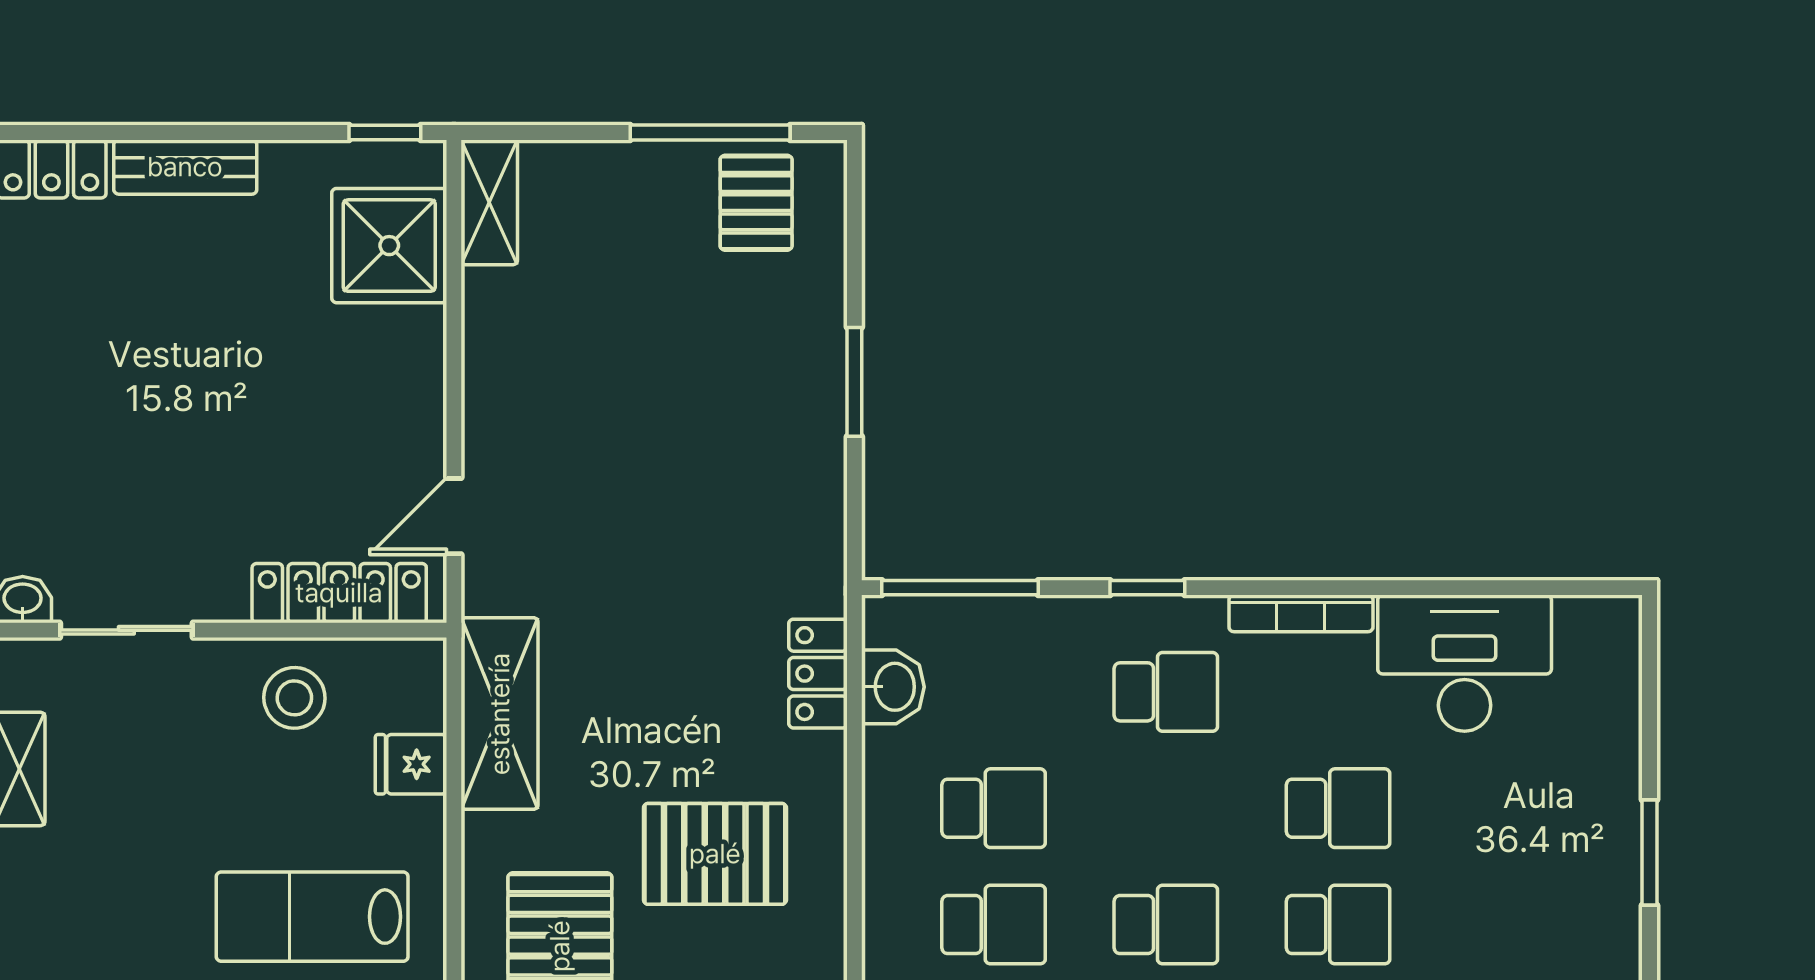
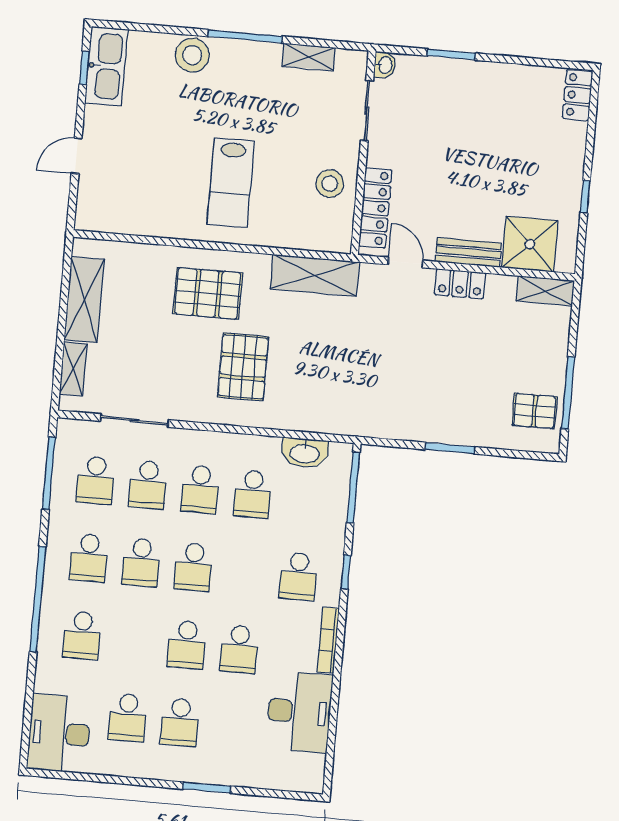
window: (385, 132) -> (585, 197), moved
bench: (185, 167) -> (468, 252), moved, turned 90
locker: (818, 674) -> (460, 284), moved, turned 180
washbasin: (893, 687) -> (305, 453), width x1.38
fridge: (411, 764) -> (295, 233), removed
lab bench: (312, 917) -> (231, 183), turned 180
school desk: (1510, 925) -> (180, 722), added

